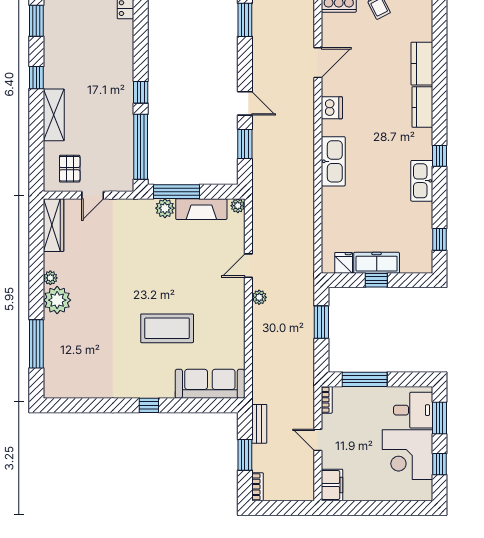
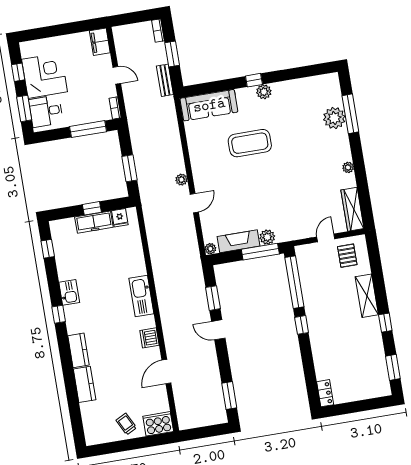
kitchen sink: (422, 181) -> (69, 292), width x0.73
plant: (57, 300) -> (334, 118), moved
plant: (139, 389) -> (264, 92), added

